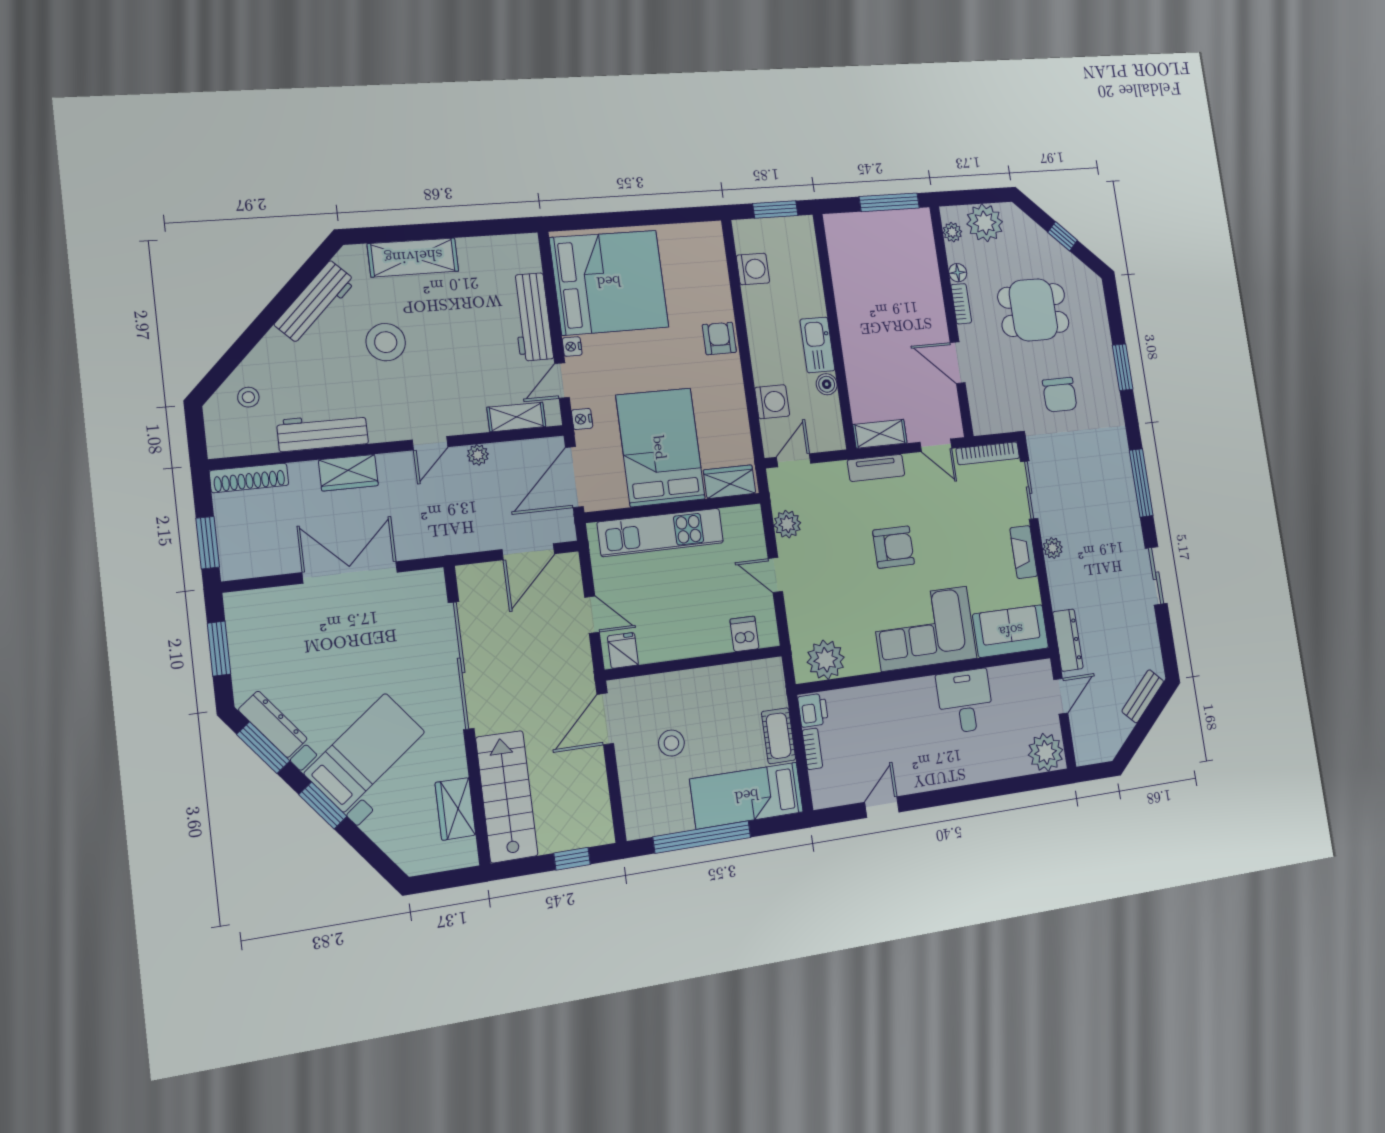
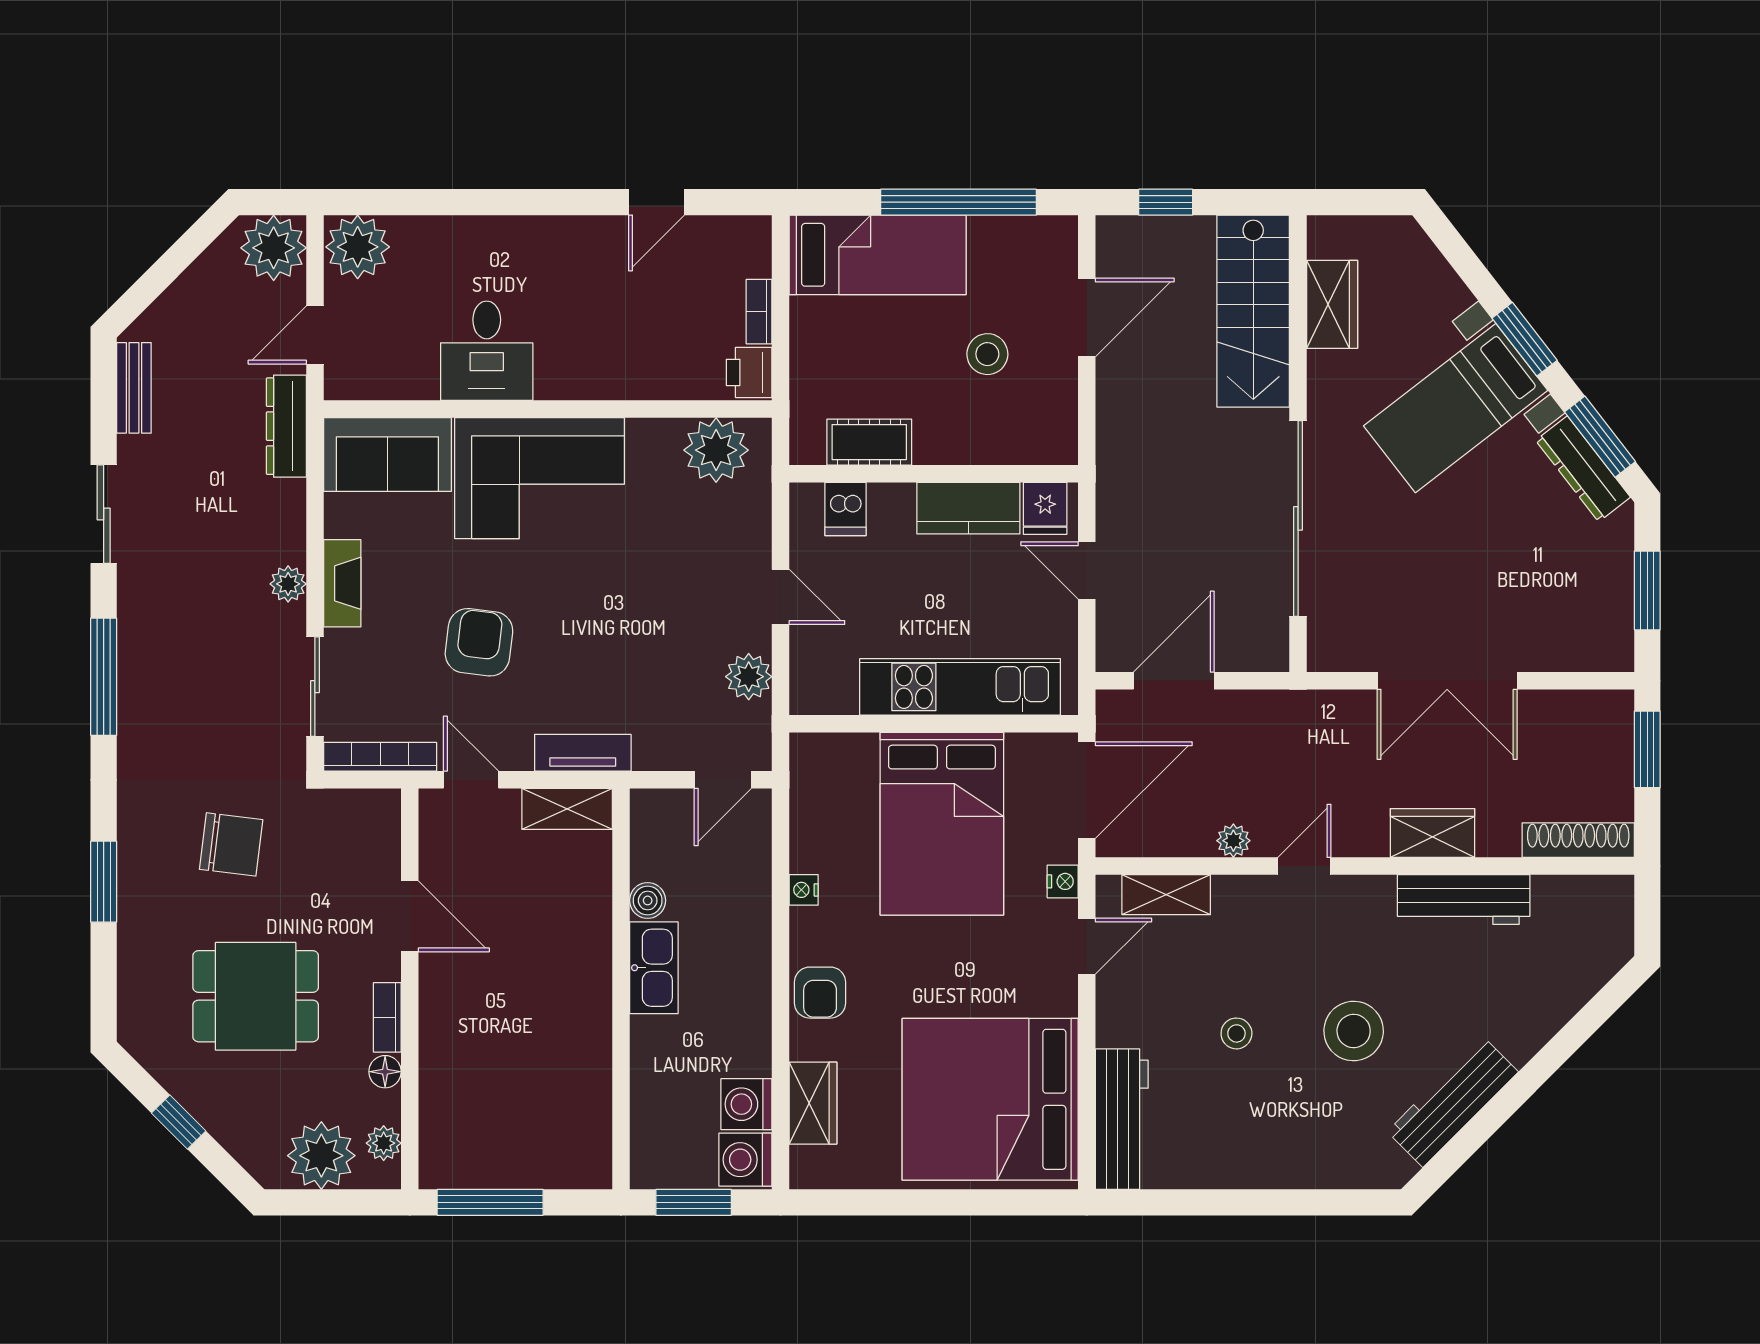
shelving: (413, 257) -> (1296, 1162), removed
workbench: (532, 317) -> (1122, 1119), moved
nightstand: (572, 346) -> (804, 890), moved, turned 180
chair: (1060, 395) -> (231, 844), turned 97
stool: (248, 397) -> (1236, 1033), moved
washing machine: (772, 402) -> (745, 1160), moved
wardrobe: (729, 482) -> (813, 1103), moved, turned -90
armchair: (894, 547) -> (479, 642), moved, turned 97
kitchen counter: (670, 644) -> (968, 508), added
bench: (1143, 696) -> (134, 388), moved, turned -45
door: (605, 719) -> (1087, 317), moved
cot: (779, 736) -> (869, 442), moved, turned 90
plant: (1091, 744) -> (274, 248), added

